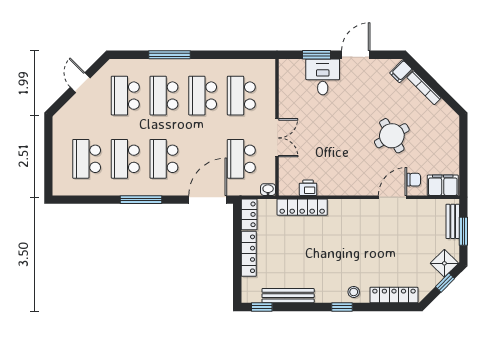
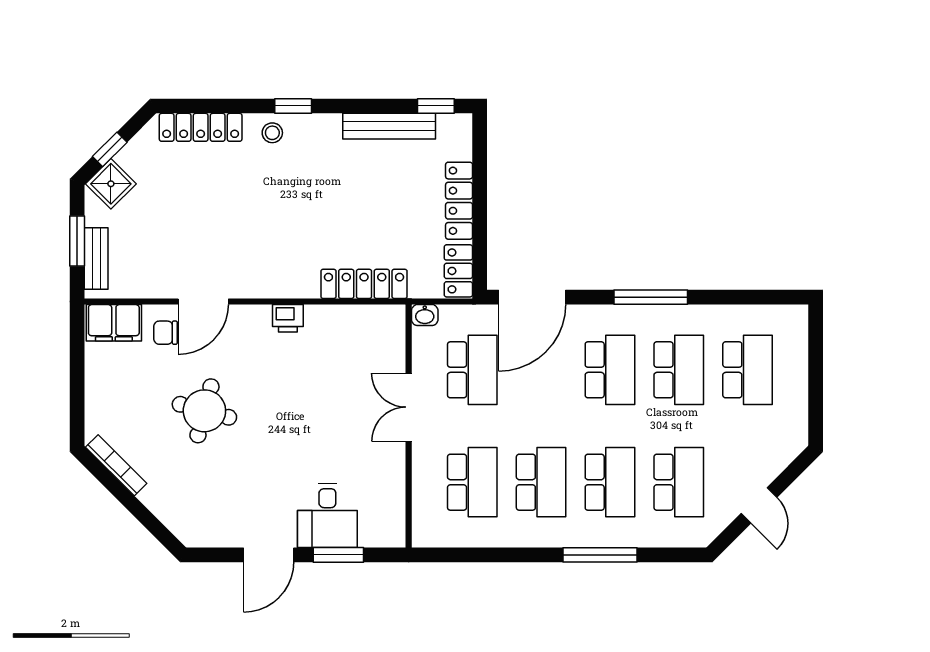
filing cabinet: (401, 71) -> (188, 526), removed
bookcase: (424, 88) -> (116, 465), moved
round table: (392, 136) -> (204, 411), turned 45
printer: (308, 188) -> (288, 318), moved

